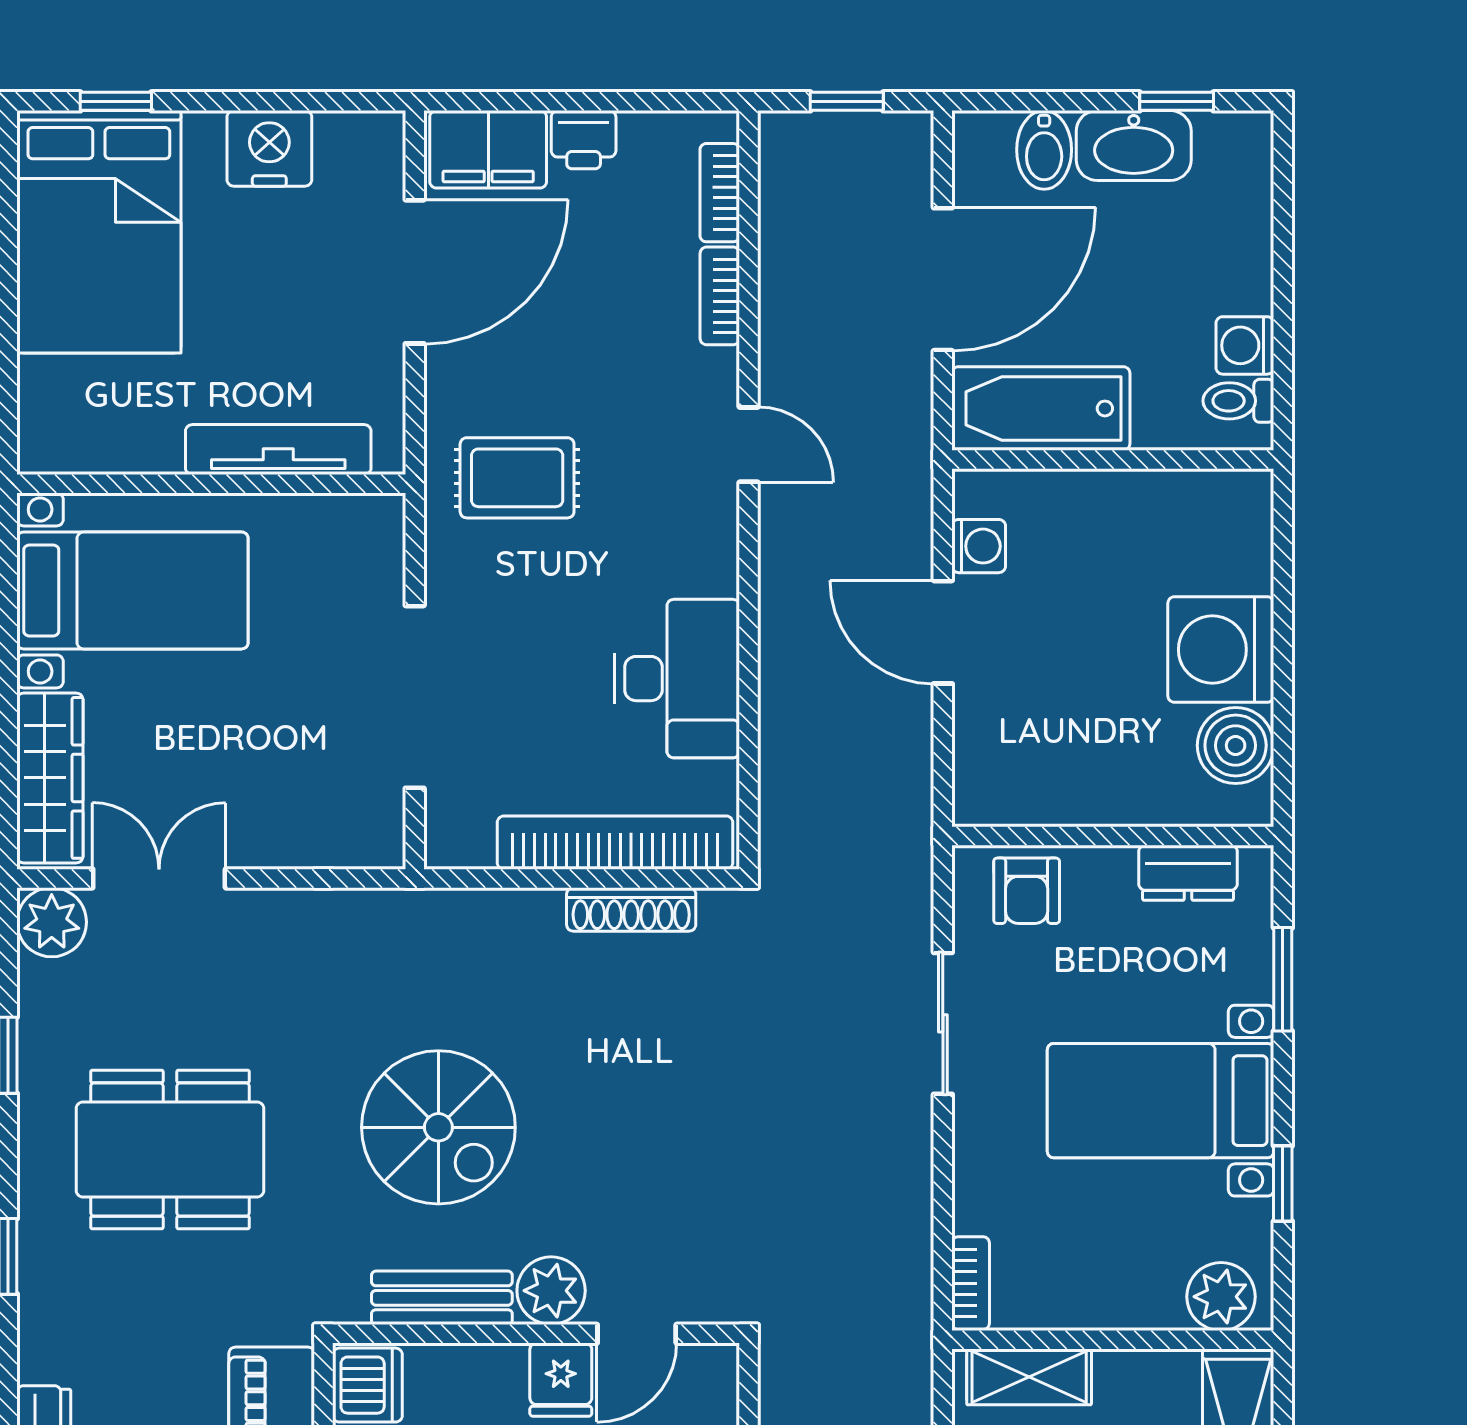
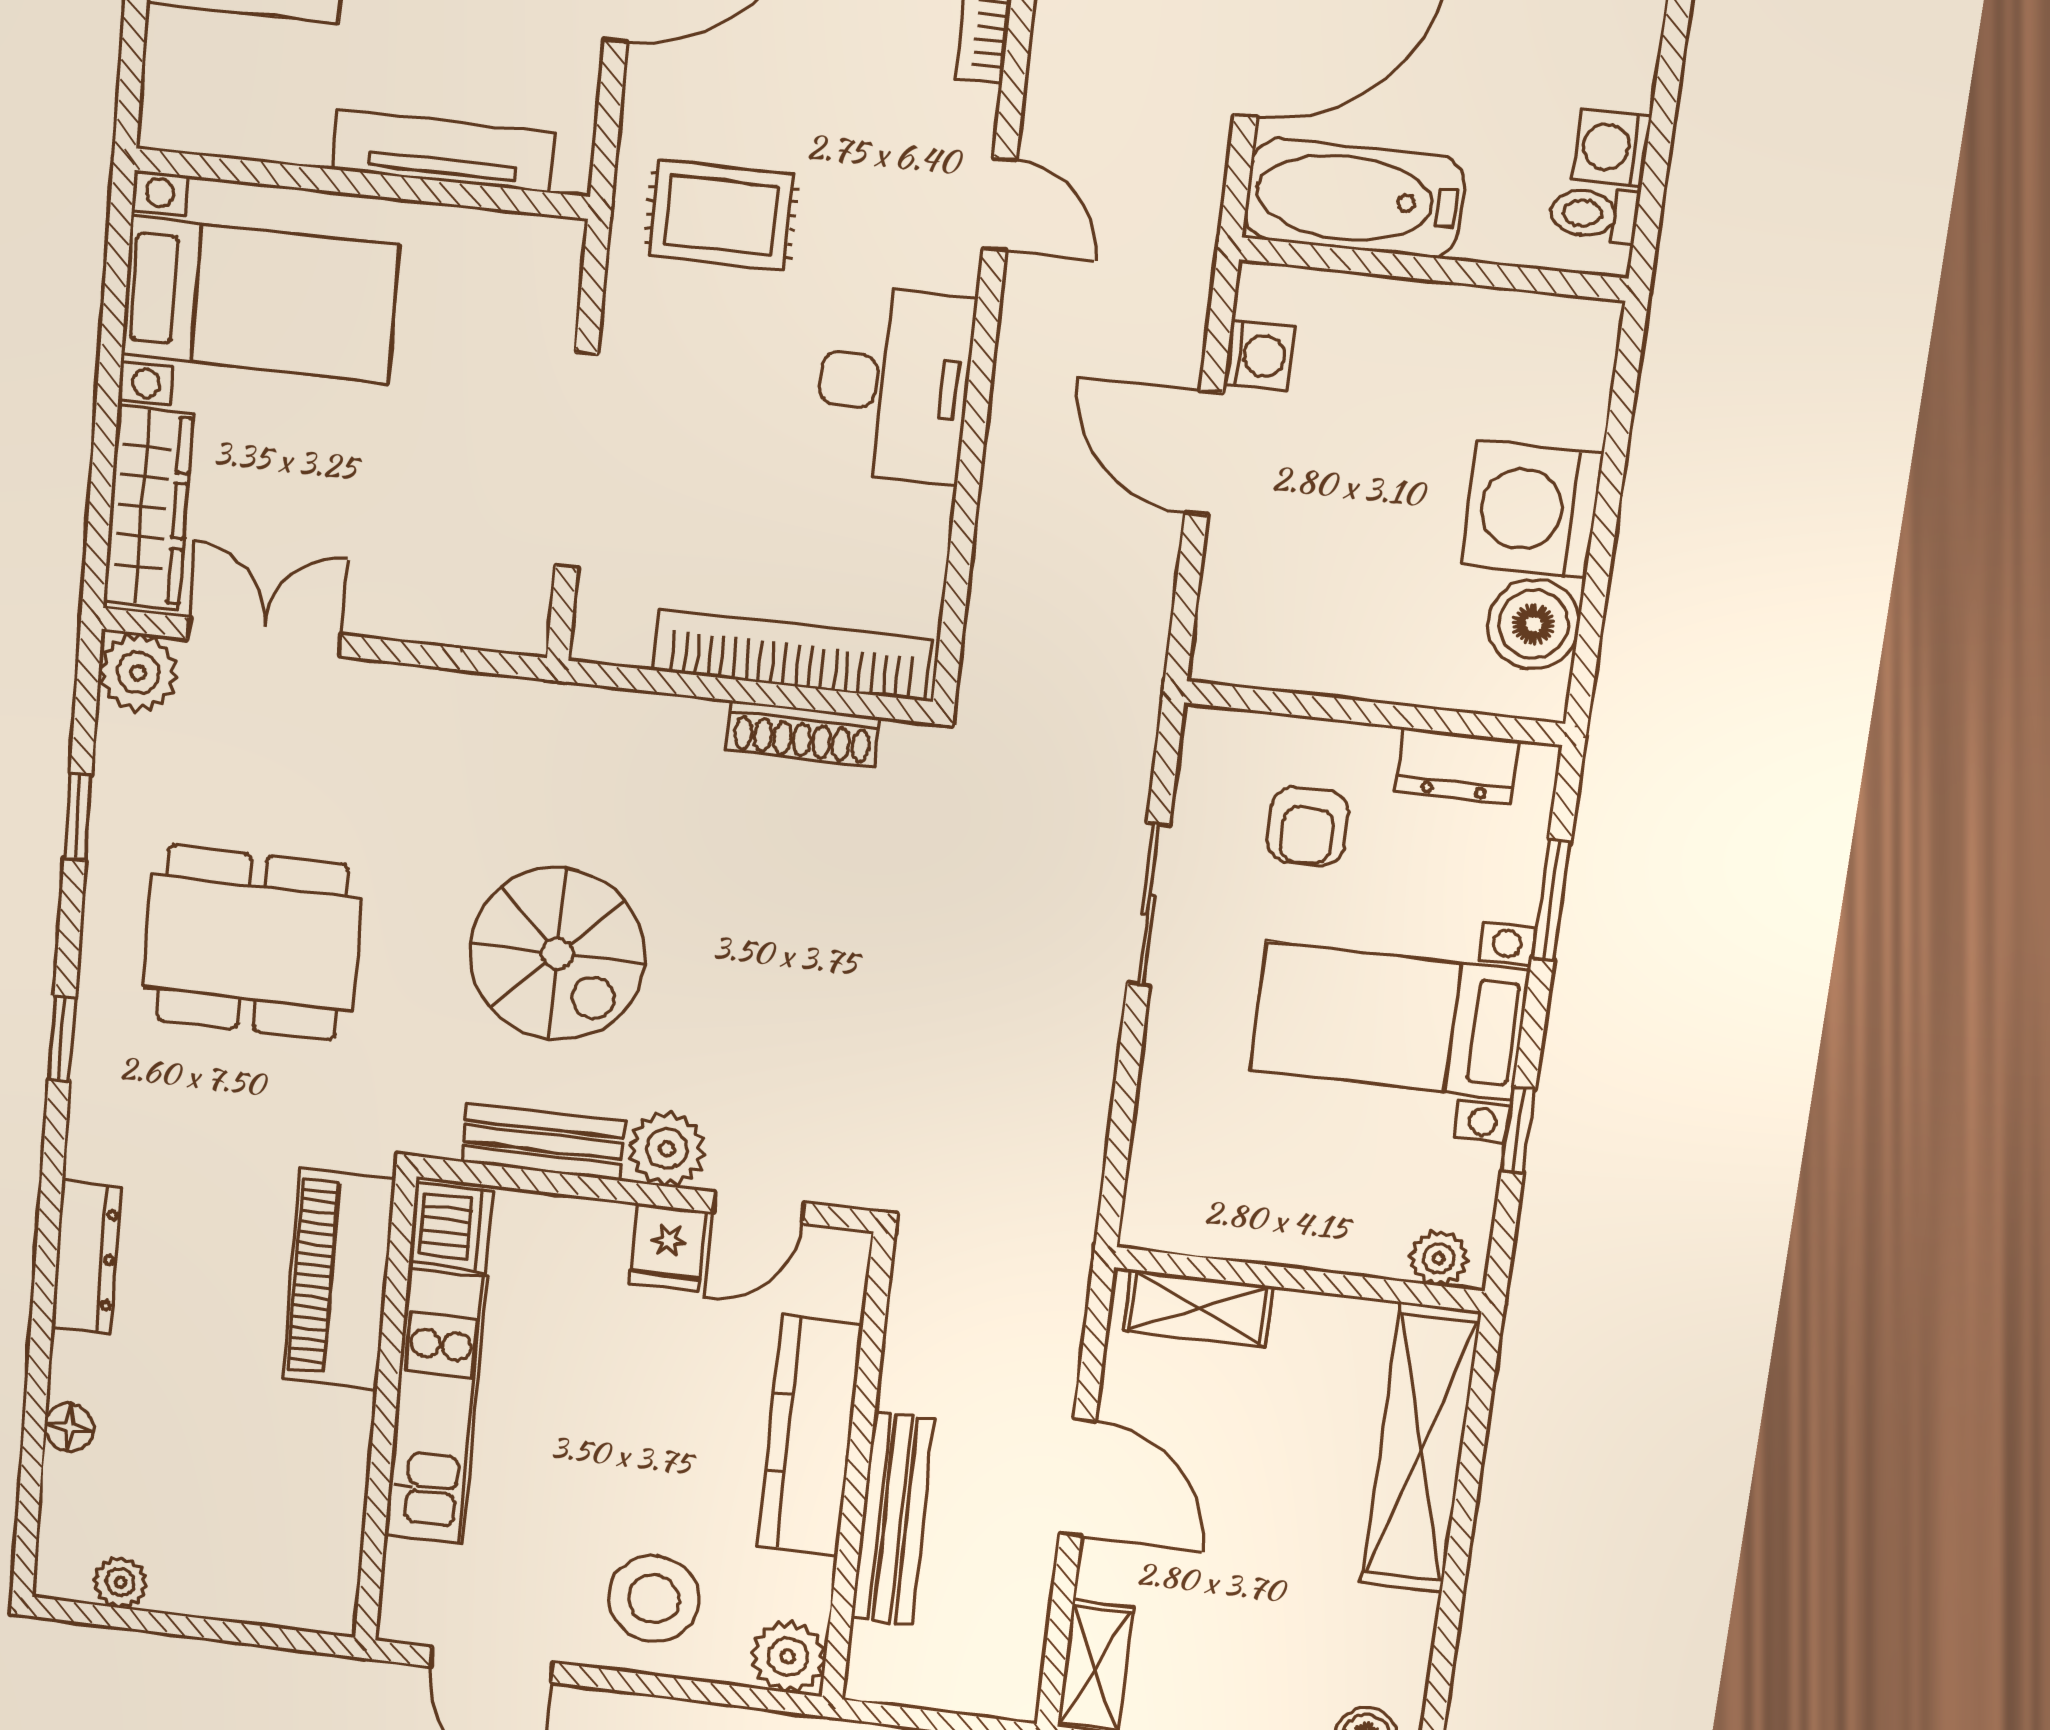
desk: (677, 679) -> (894, 385), moved
armchair: (1027, 891) -> (1308, 826), moved
bookcase: (971, 1283) -> (1144, 1198), removed
plant: (1221, 1297) -> (1439, 1258), width x0.73, depth x0.73

